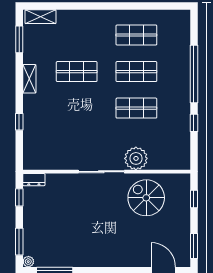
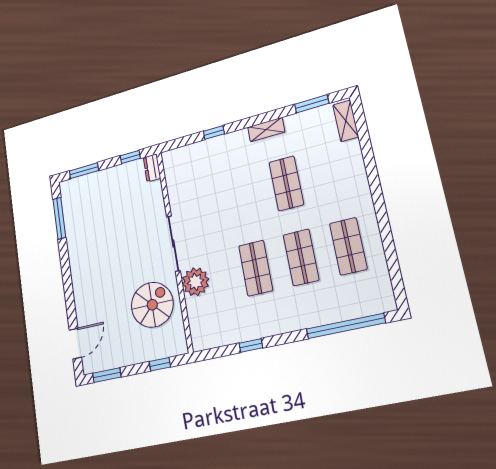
window: (194, 74) -> (346, 326), moved
plant: (28, 262) -> (65, 186), removed

